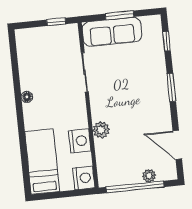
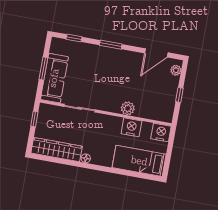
wardrobe: (27, 59) -> (57, 150), added
plant: (149, 176) -> (176, 70), moved
window: (135, 187) -> (179, 95), width x0.32

